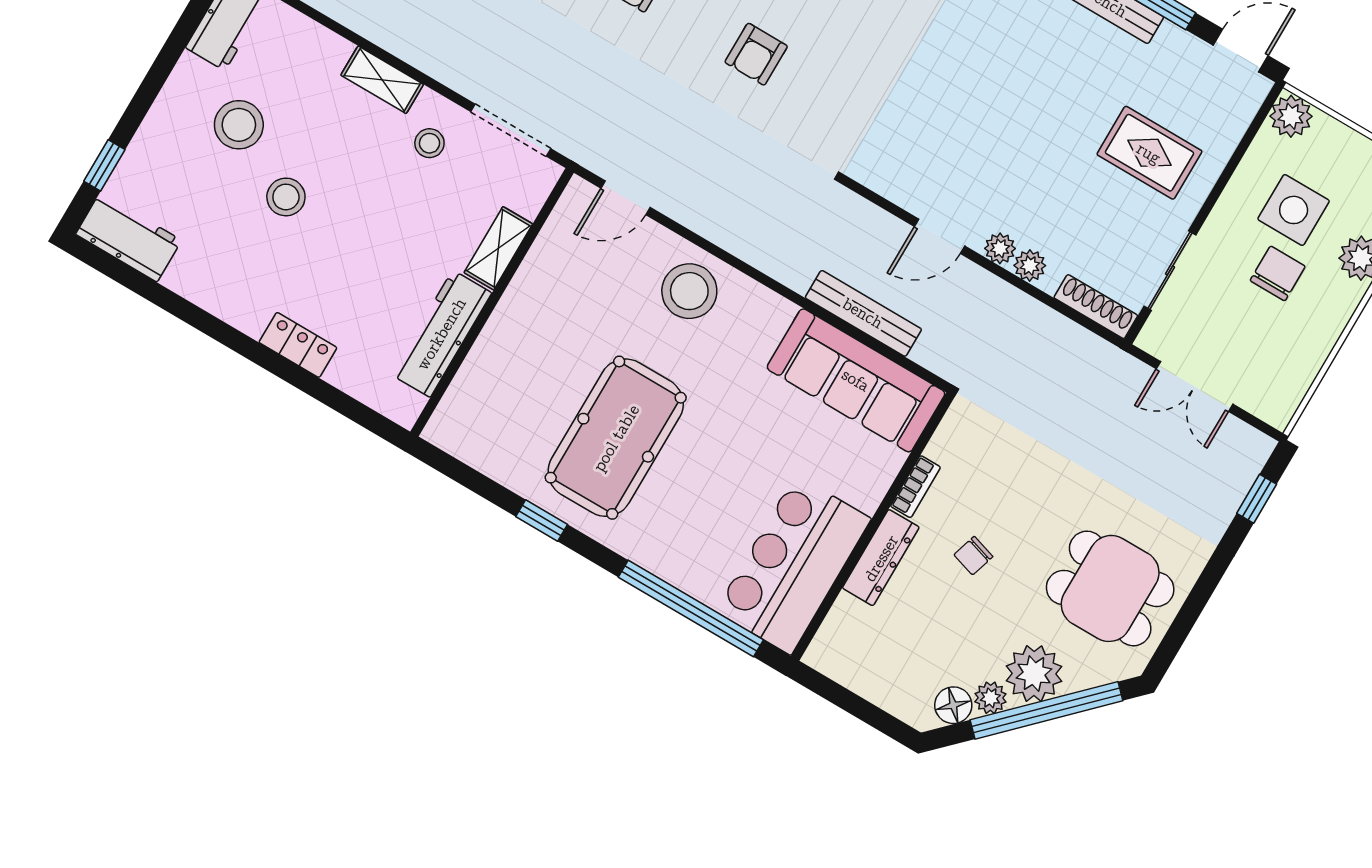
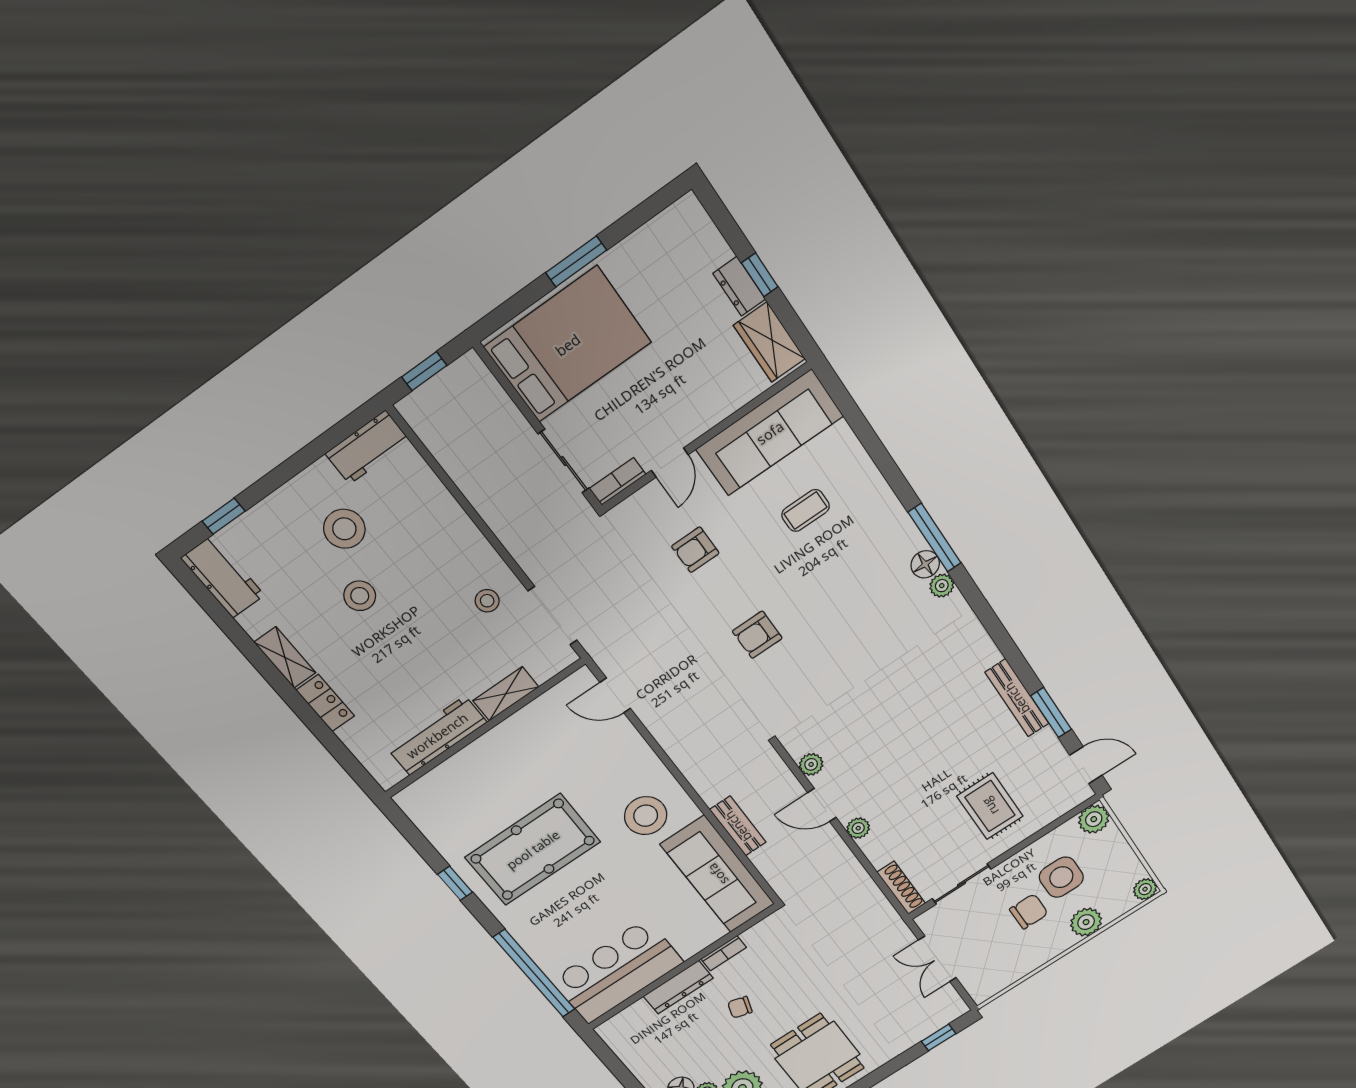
shelving: (382, 80) -> (285, 657), moved
plant: (1030, 266) -> (811, 764), moved
stool: (689, 291) -> (646, 816), moved
bench: (863, 313) -> (738, 826), width x0.73

